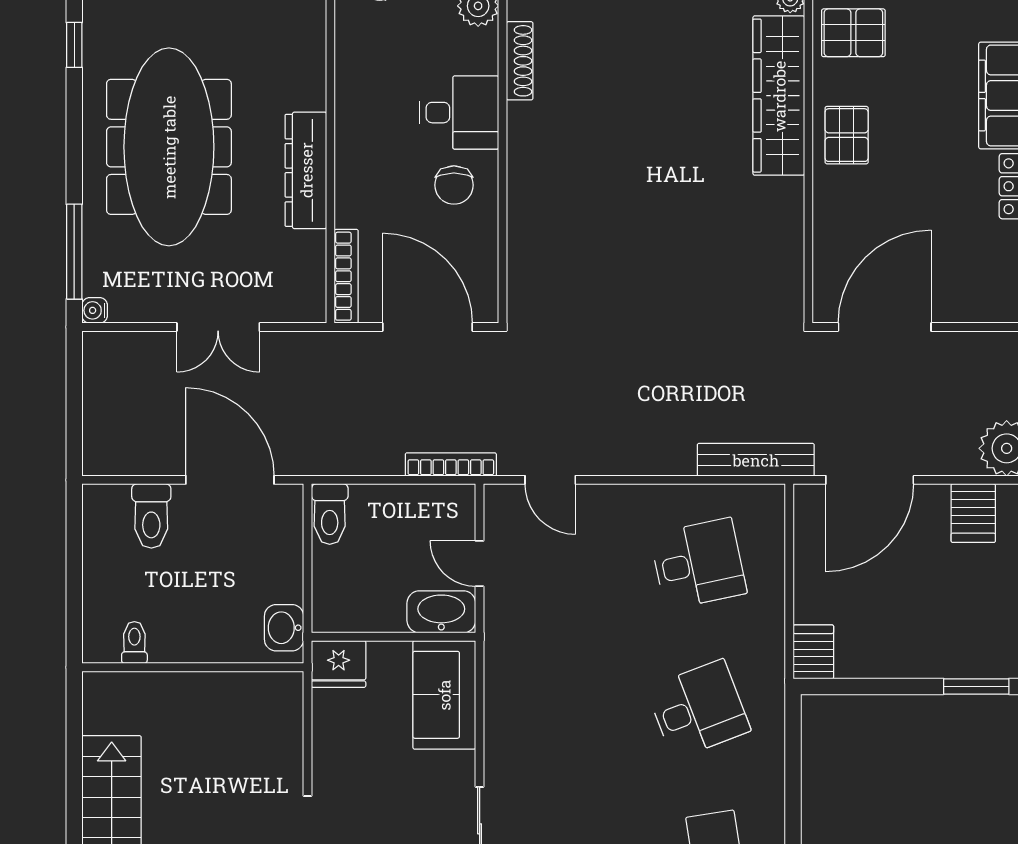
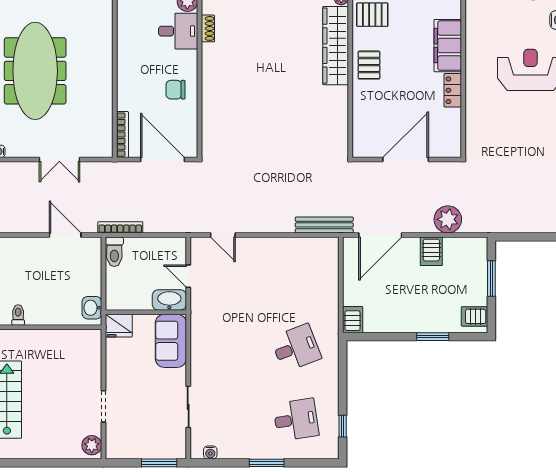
shoe rack: (520, 61) -> (208, 28), width x0.70
desk: (459, 113) -> (178, 31), moved
dresser: (306, 170) -> (103, 82), removed
chair: (454, 185) -> (176, 90), turned 90
door: (885, 327) -> (406, 160), moved
bookcase: (451, 464) -> (120, 227), moved
door: (230, 480) -> (65, 235), width x0.73
toilet: (151, 516) -> (26, 253), removed
desk: (698, 564) -> (296, 276), removed

